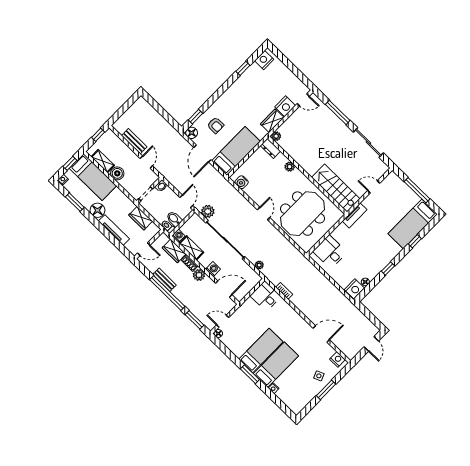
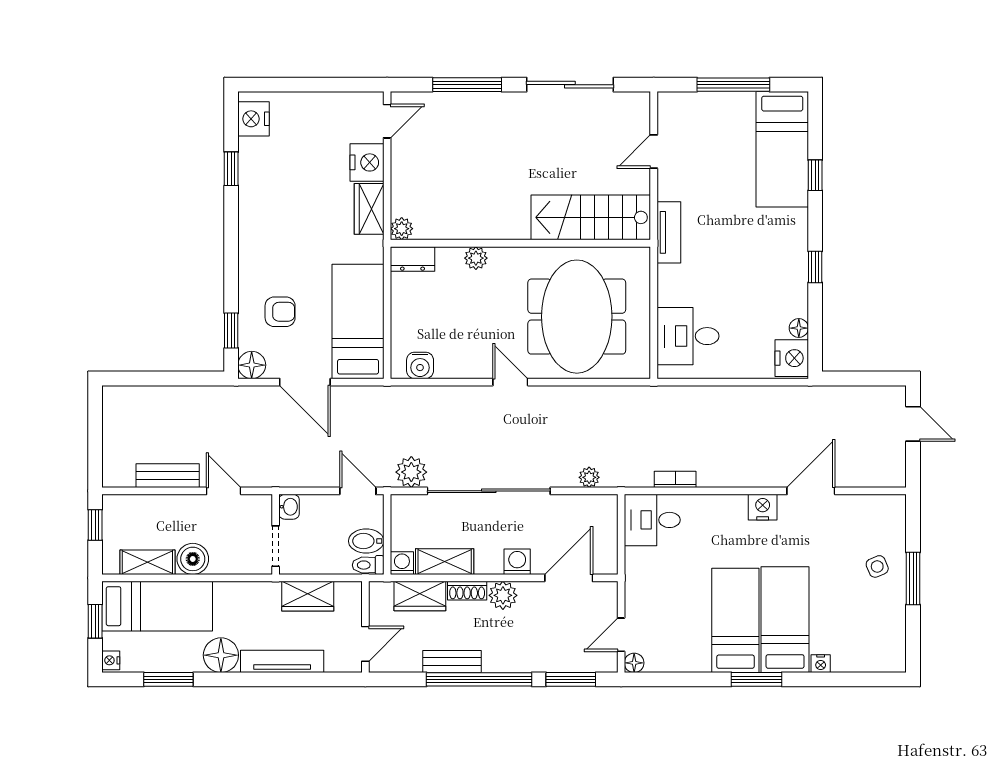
nightstand: (337, 359) -> (763, 507), moved

